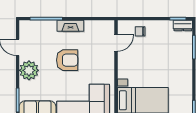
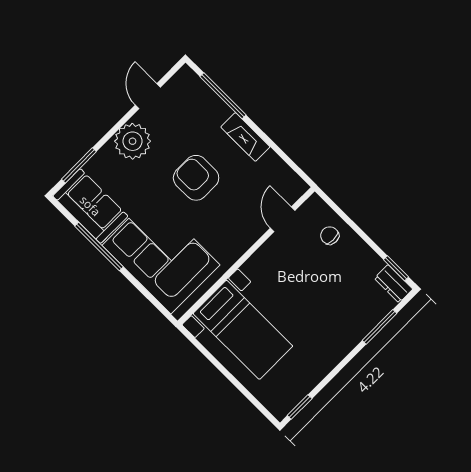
door: (116, 43) -> (283, 219), swing flipped
armchair: (67, 60) -> (196, 178), turned 180

